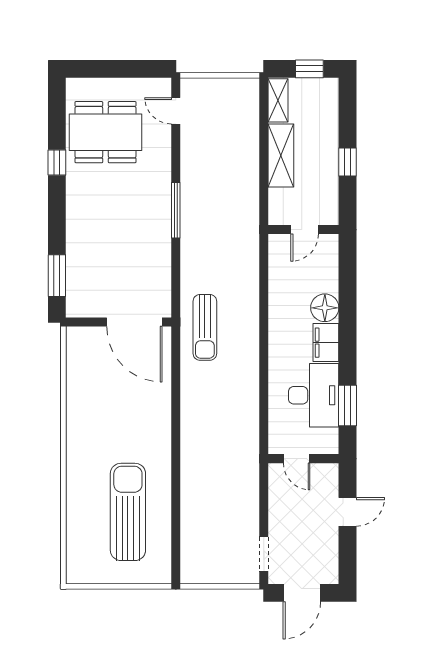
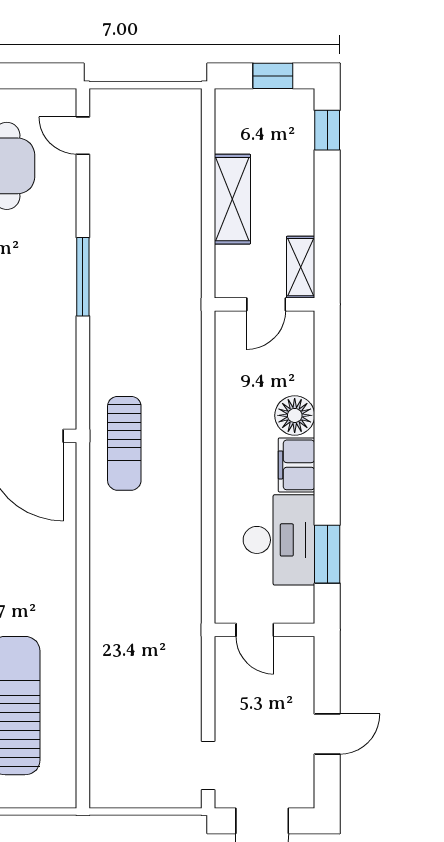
shelving: (278, 100) -> (301, 267), moved
window: (348, 162) -> (327, 130), moved
door: (348, 512) -> (327, 734), moved

